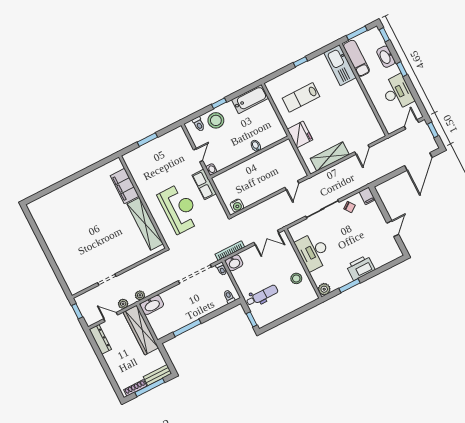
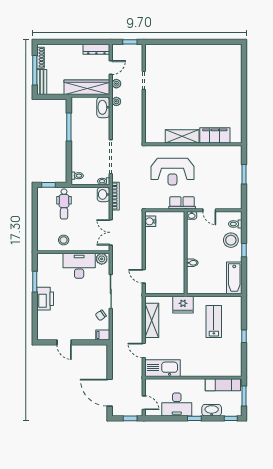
kitchen sink: (340, 65) -> (163, 368), moved
shelving: (145, 224) -> (182, 136), width x0.68
plant: (324, 289) -> (102, 259), moved

